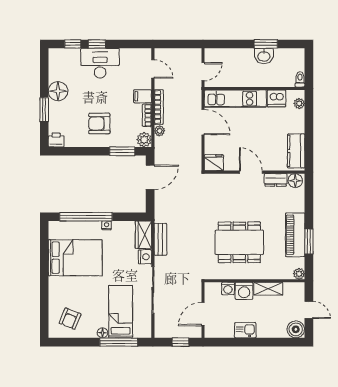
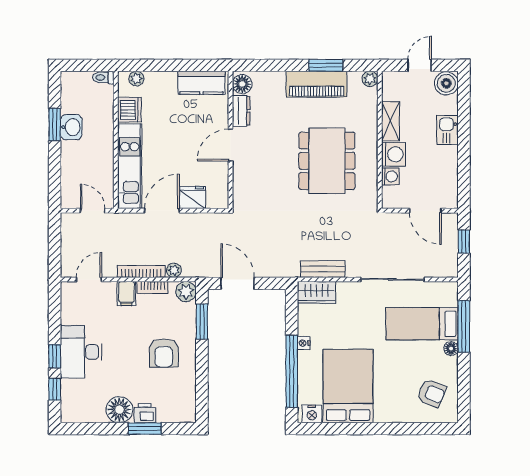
printer: (56, 140) -> (145, 413), moved, turned 90
fridge: (214, 163) -> (193, 198), moved, turned 90
nightstand: (145, 257) -> (312, 414), moved, turned 180
kitchen sink: (245, 330) -> (447, 130), moved

